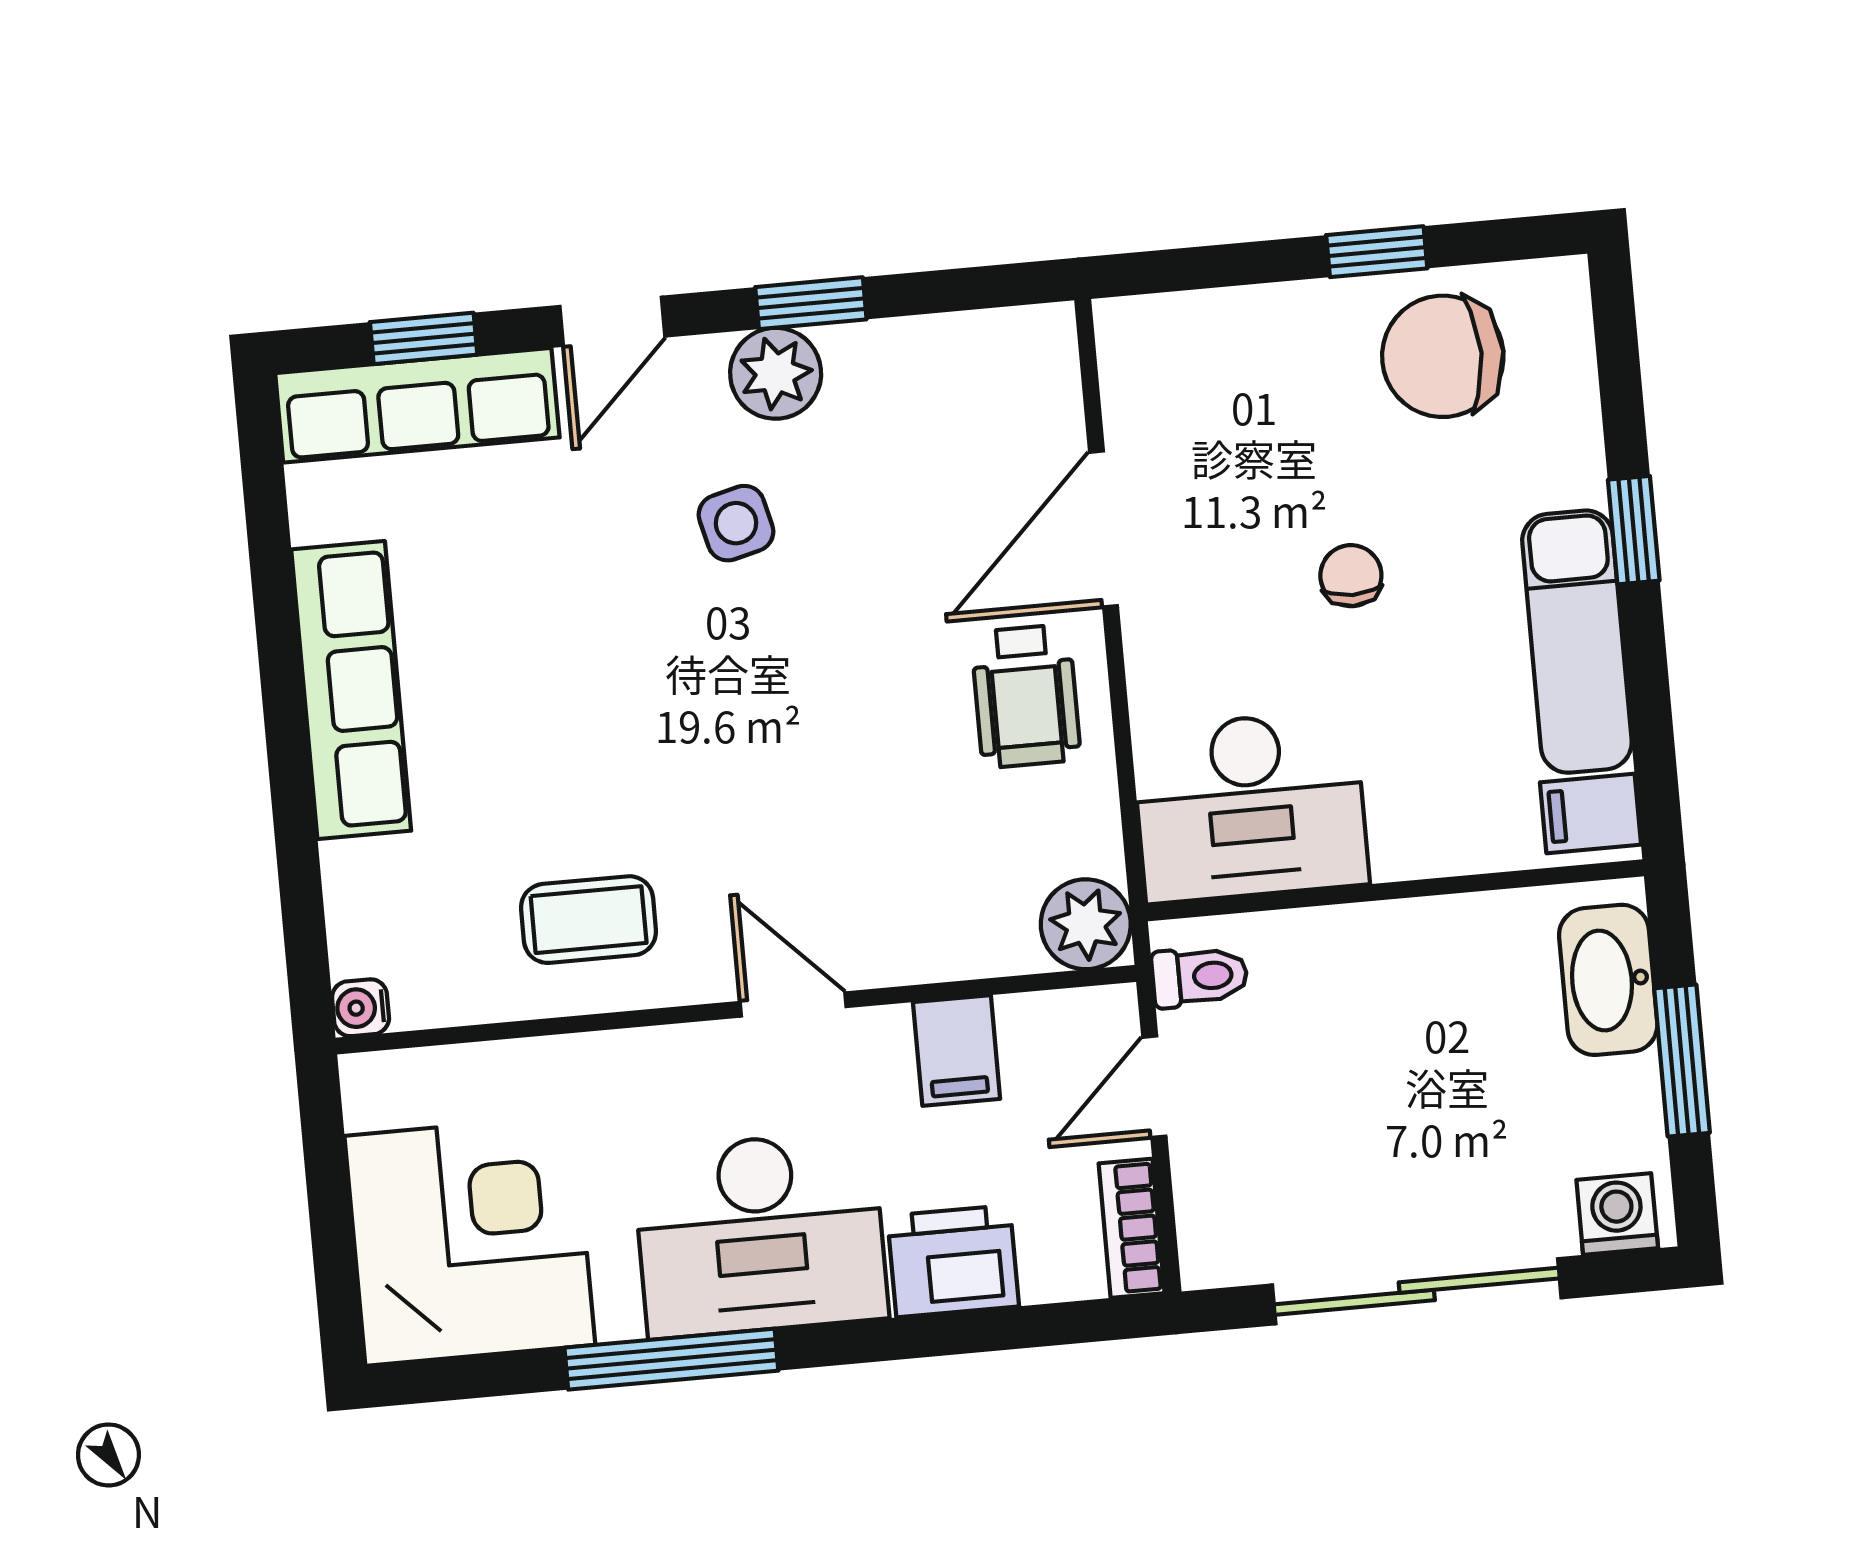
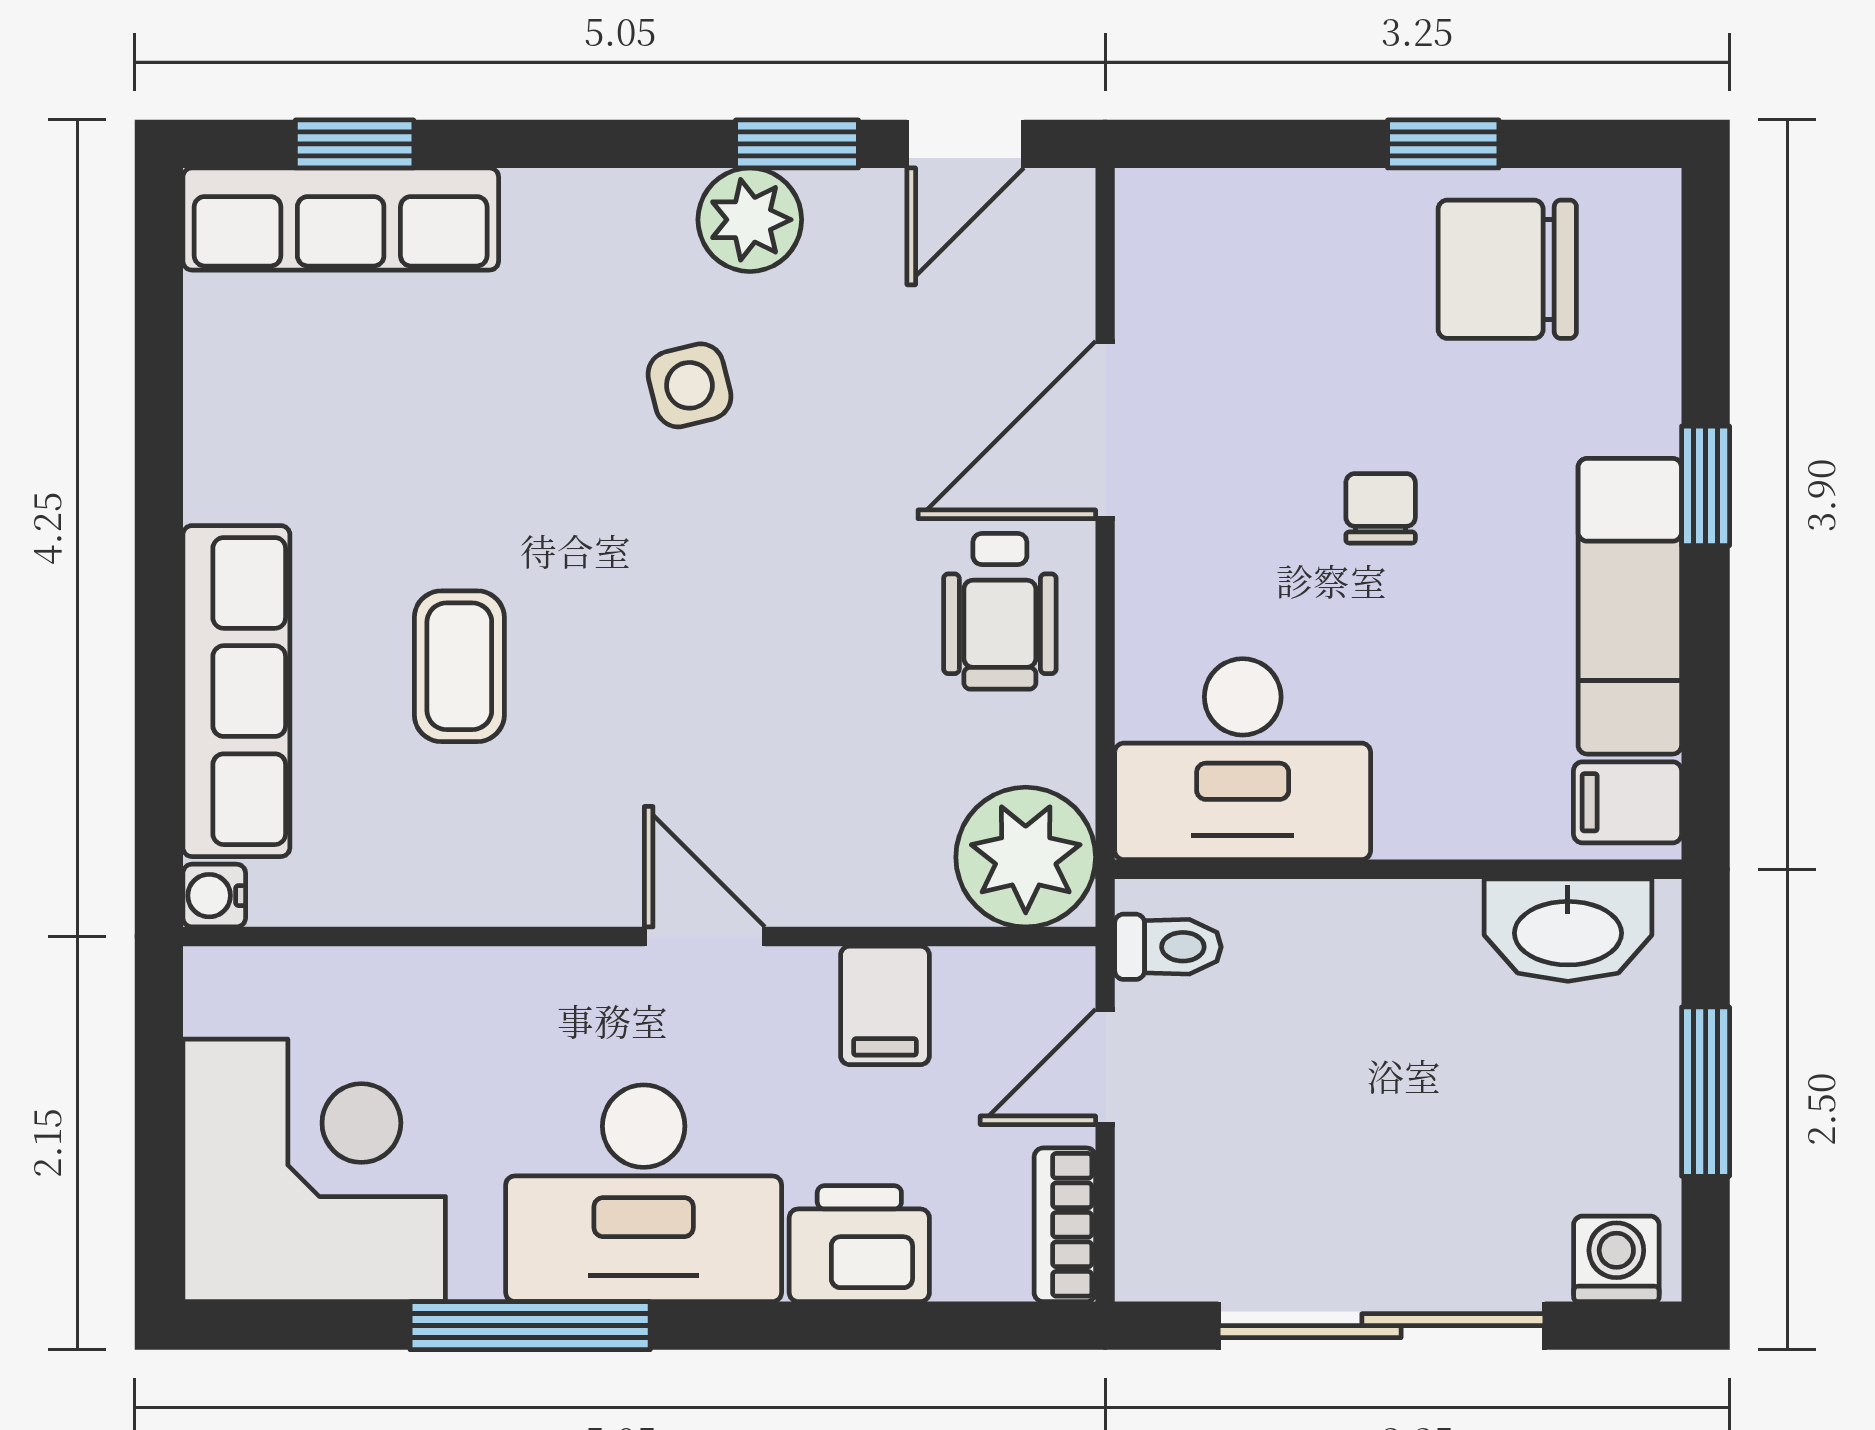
door: (612, 321) -> (965, 144), moved
row of seats: (351, 690) -> (236, 691), moved
coffee table: (589, 920) -> (459, 666), moved, turned 90
plant: (1086, 924) -> (1026, 857), width x1.36, depth x1.36
washbasin: (1608, 980) -> (1568, 930), moved, turned -90

